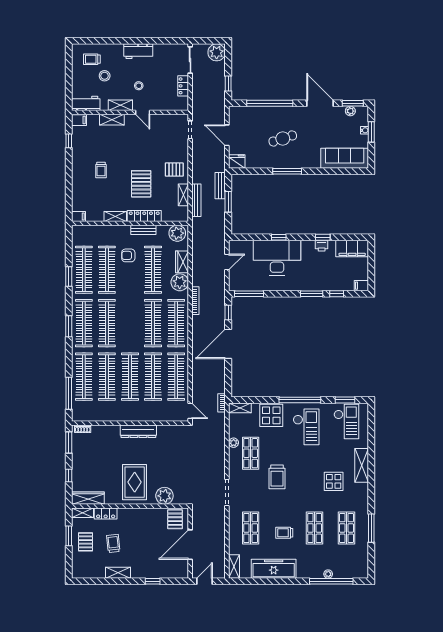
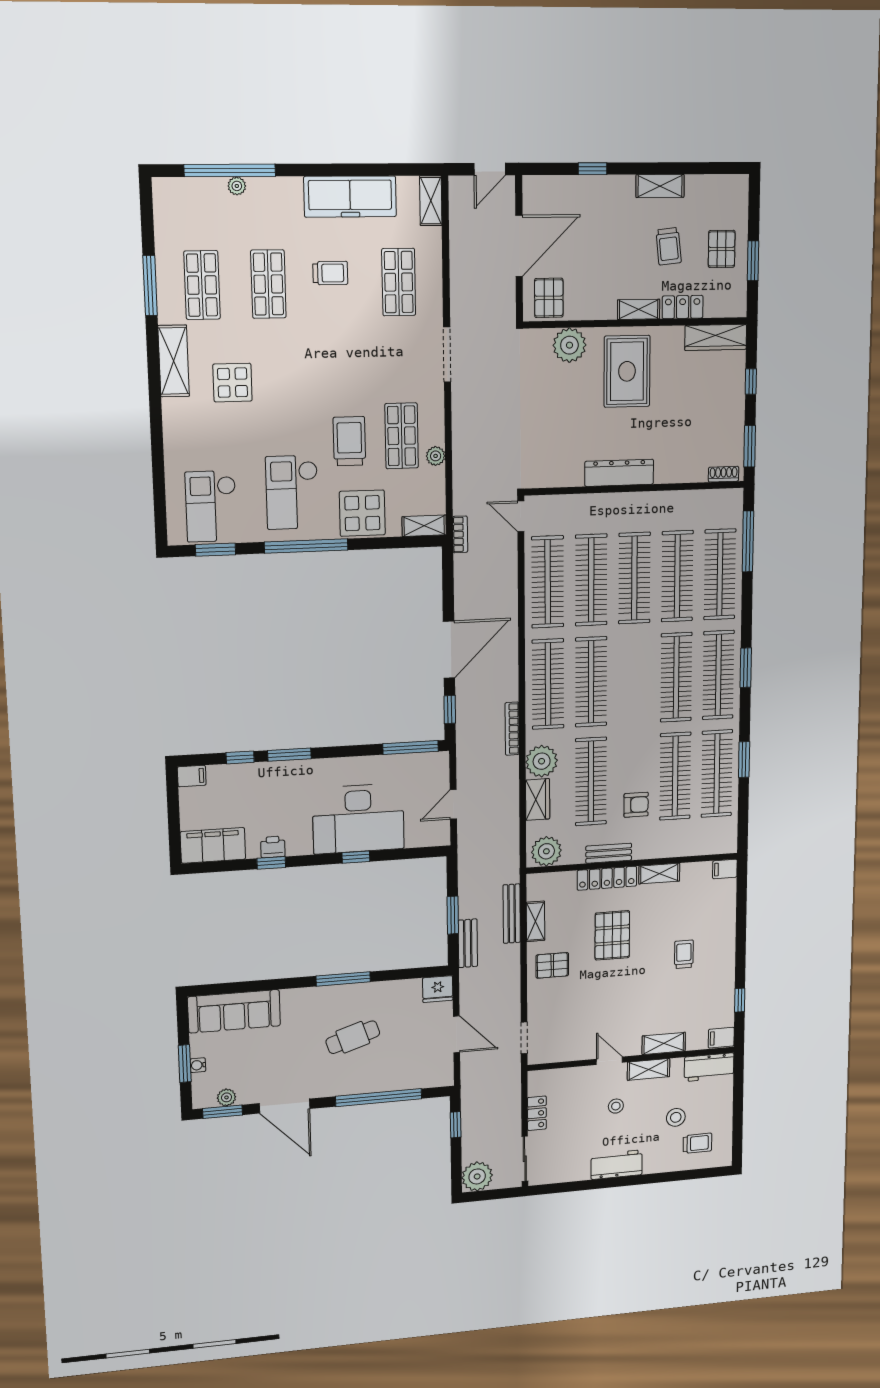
shelving: (362, 465) -> (174, 361), moved
trolley: (277, 477) -> (349, 441), moved
shelving: (83, 513) -> (639, 309), moved

